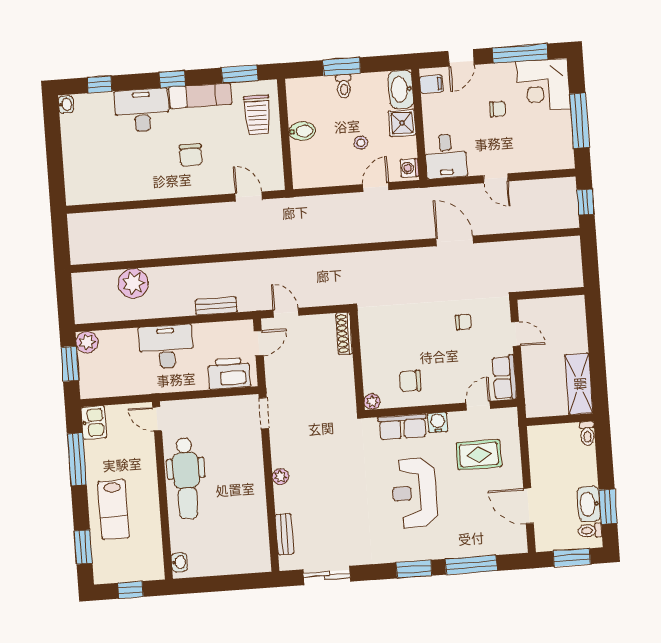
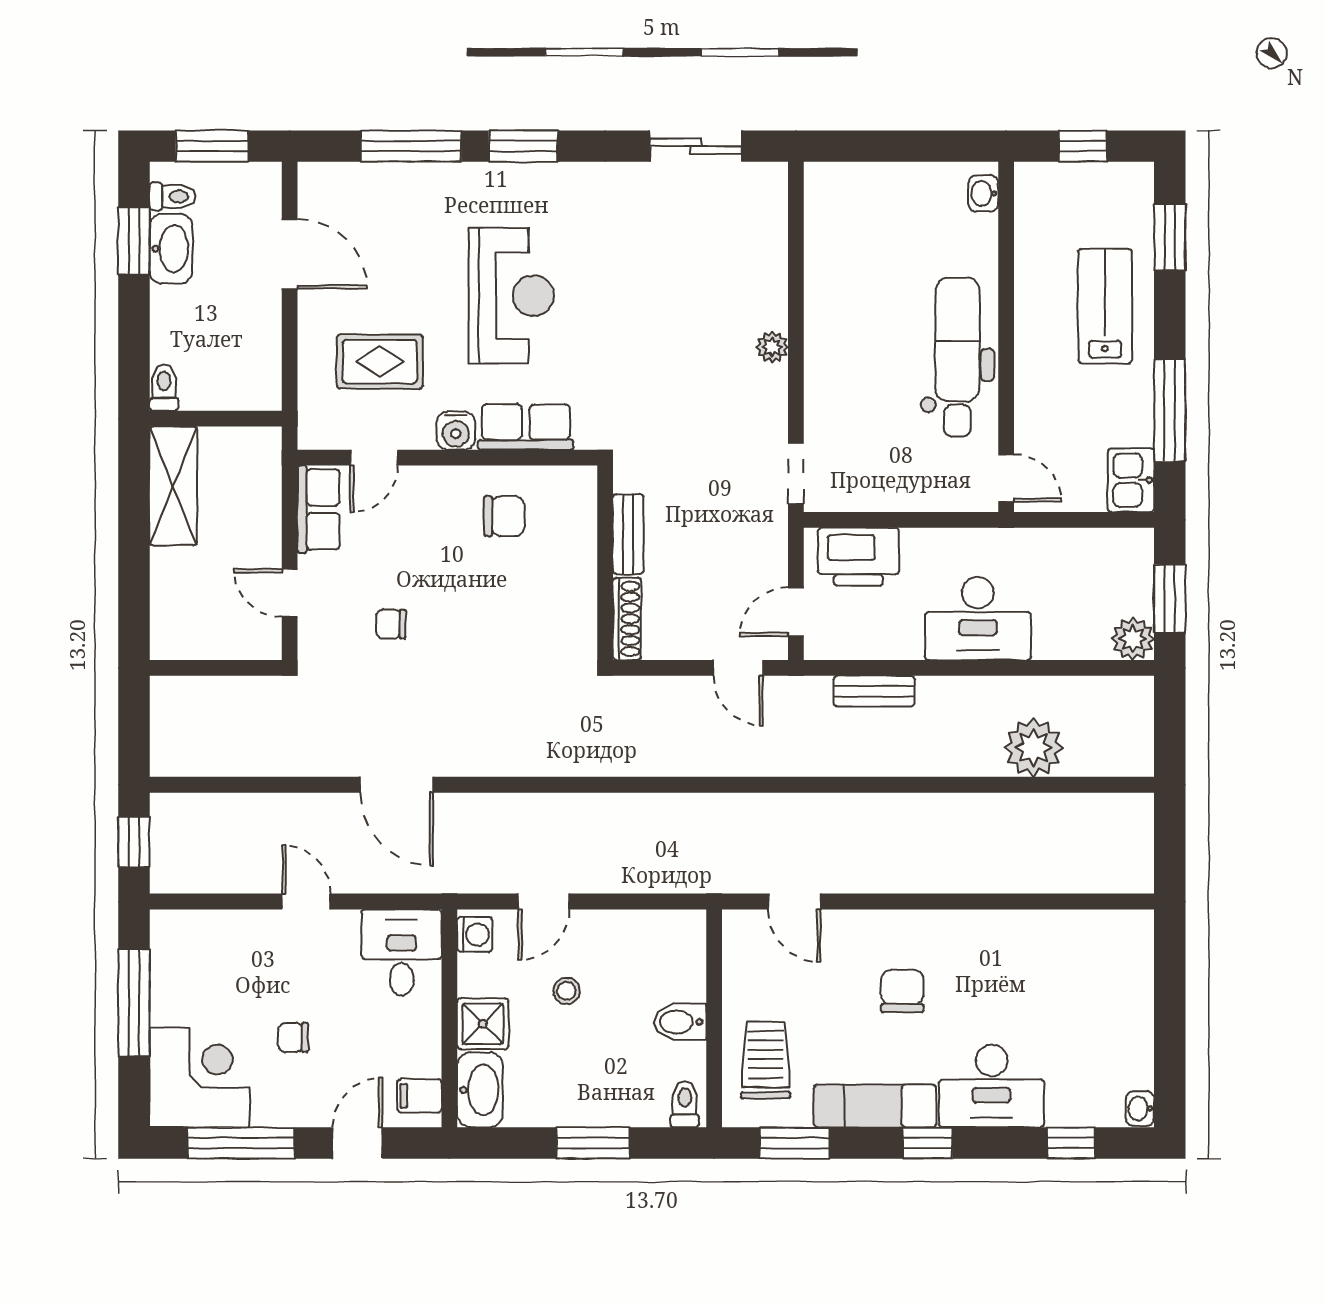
toilet: (344, 86) -> (685, 1104), moved
plant: (372, 402) -> (582, 481), removed
bench: (284, 534) -> (628, 534), moved

